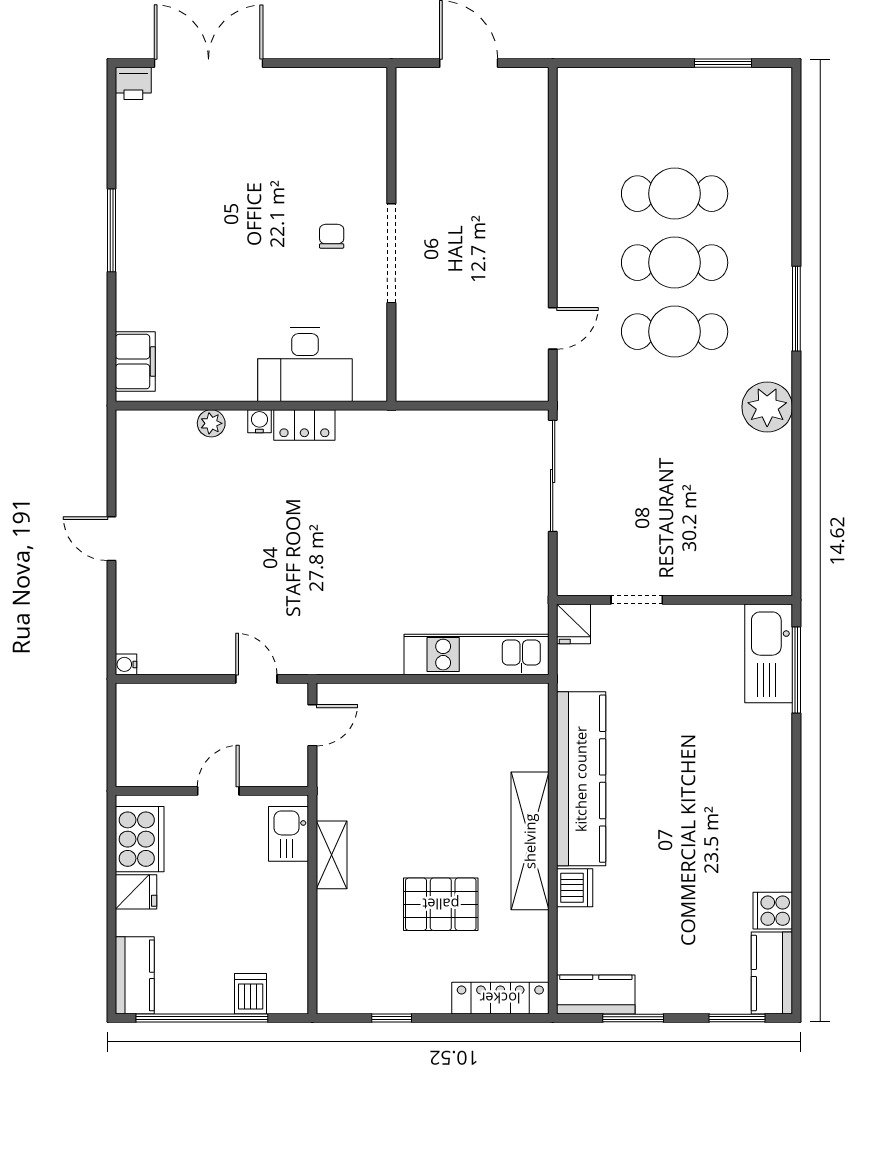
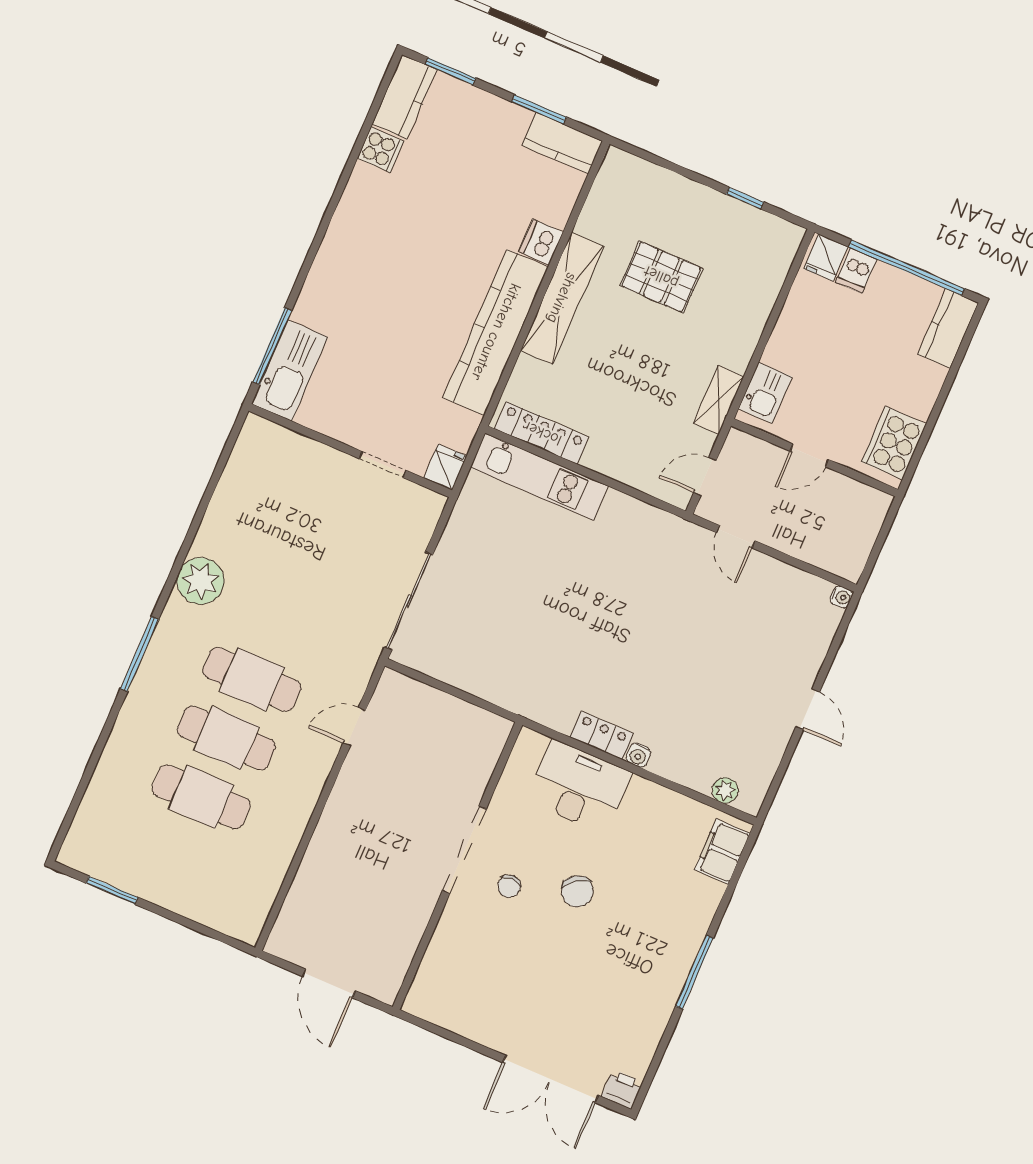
chair: (262, 260) -> (577, 891), added
plant: (211, 423) -> (725, 790), moved
shelving: (332, 855) -> (719, 400), moved
fridge: (136, 892) -> (826, 258), moved, turned -90
locker: (500, 998) -> (542, 433), moved, turned 180

